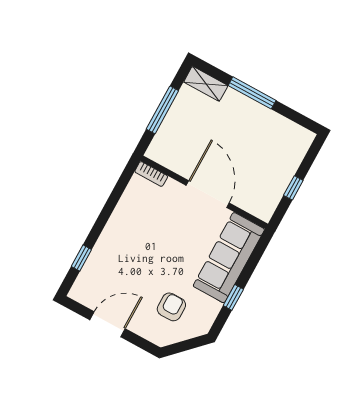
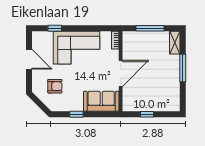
corner sofa: (130, 241) -> (77, 48), added
sofa: (229, 258) -> (101, 101), width x0.73

